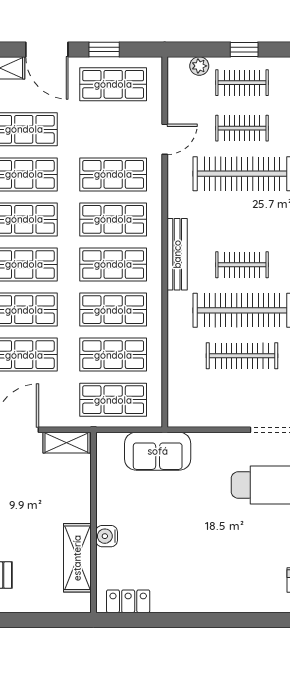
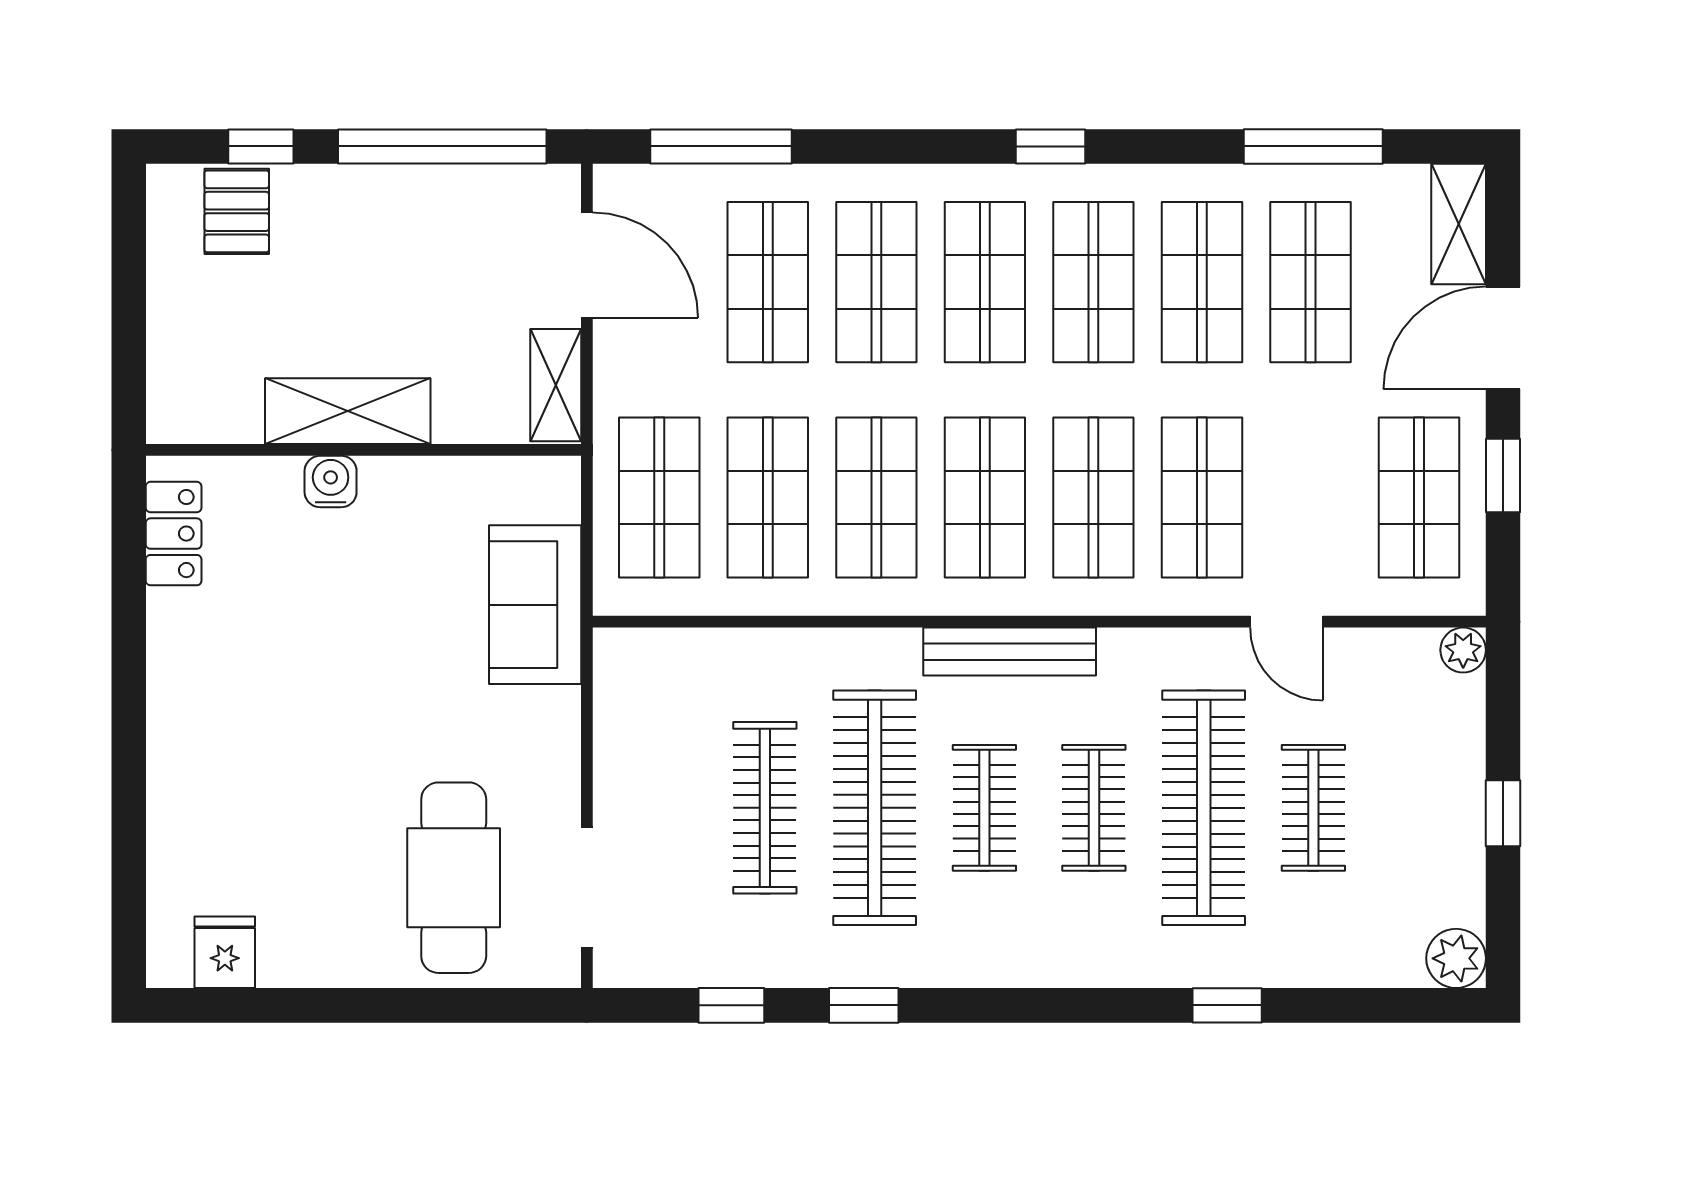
plant: (199, 66) -> (1463, 650), moved
clothes rail: (242, 83) -> (1094, 808), moved
shelving: (77, 558) -> (348, 411), moved

